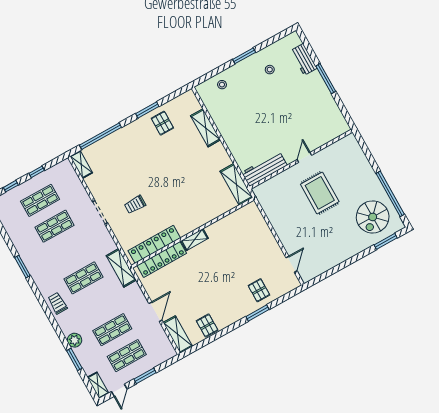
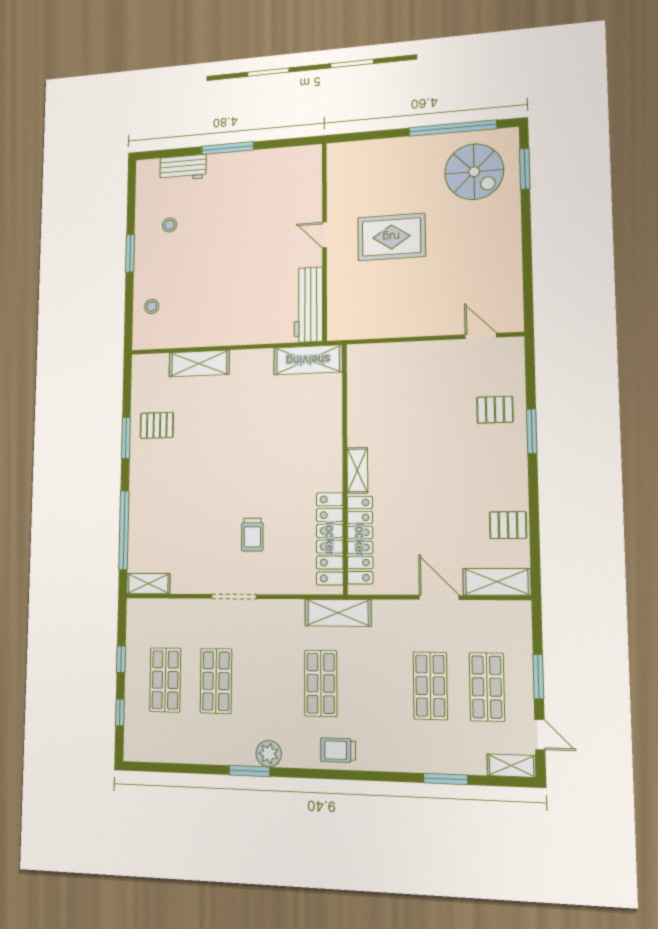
plant: (75, 340) -> (269, 754), moved

